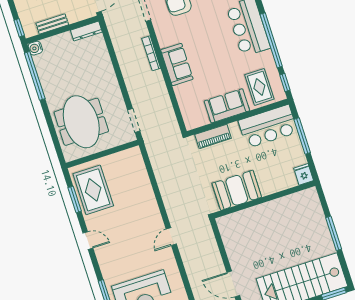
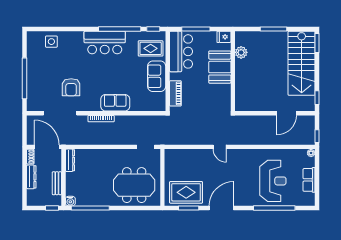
booth: (237, 190) -> (220, 67), moved
plant: (291, 202) -> (241, 52), added
door: (171, 237) -> (220, 147), moved
door: (88, 241) -> (221, 208), width x1.88

